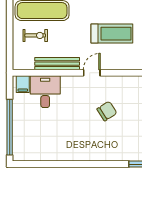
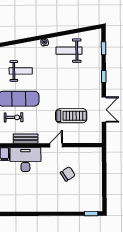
bench: (57, 64) -> (26, 139), width x0.73
desk: (45, 92) -> (25, 160), width x1.37

